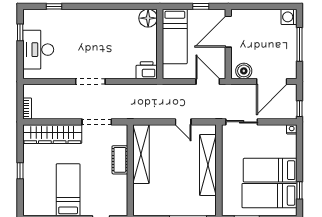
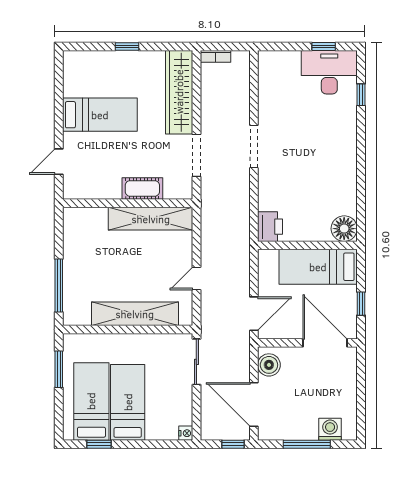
washing machine: (289, 17) -> (330, 429), moved
desk: (38, 50) -> (329, 72), moved
window: (299, 109) -> (233, 444), moved

